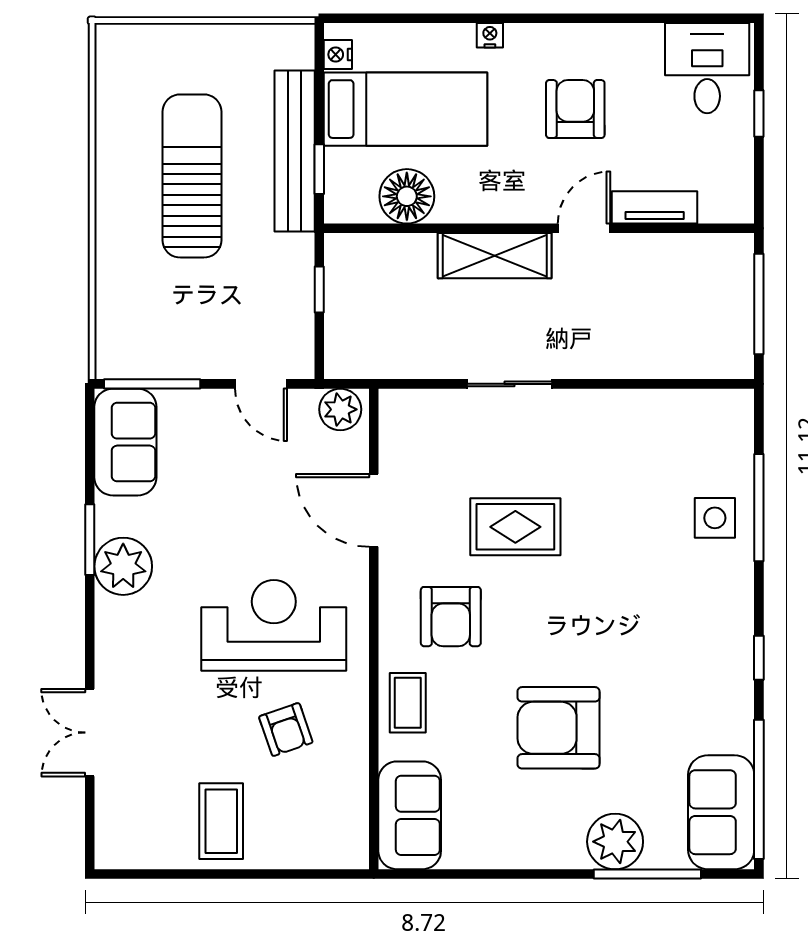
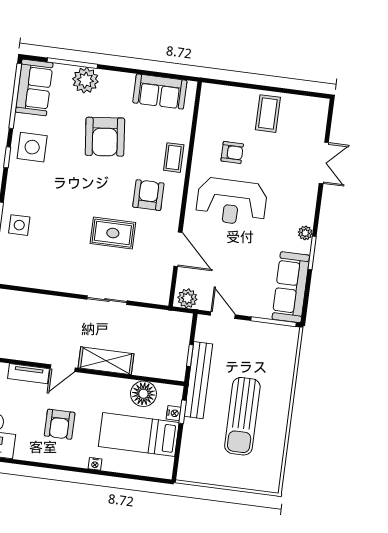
nightstand: (338, 54) -> (174, 413), moved
bench: (295, 151) -> (198, 380), moved
sofa: (125, 442) -> (291, 287), width x1.36
plant: (123, 566) -> (305, 233), width x0.53, depth x0.53
side table: (709, 686) -> (32, 147), added
armchair: (559, 728) -> (105, 137), turned 84
armchair: (286, 730) -> (232, 152), turned 109
sofa: (410, 815) -> (160, 92), moved, turned -90

